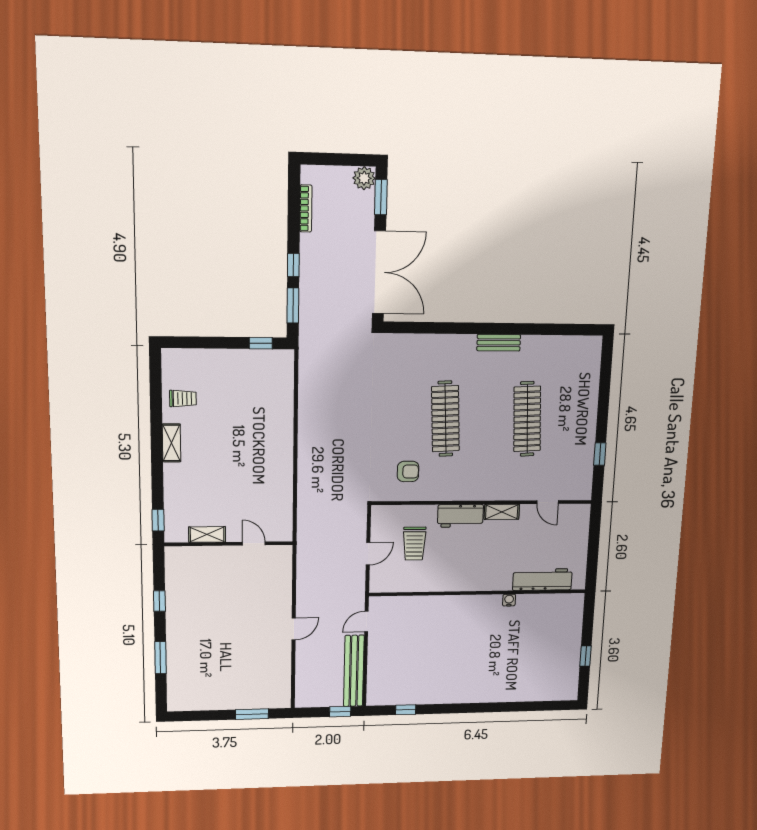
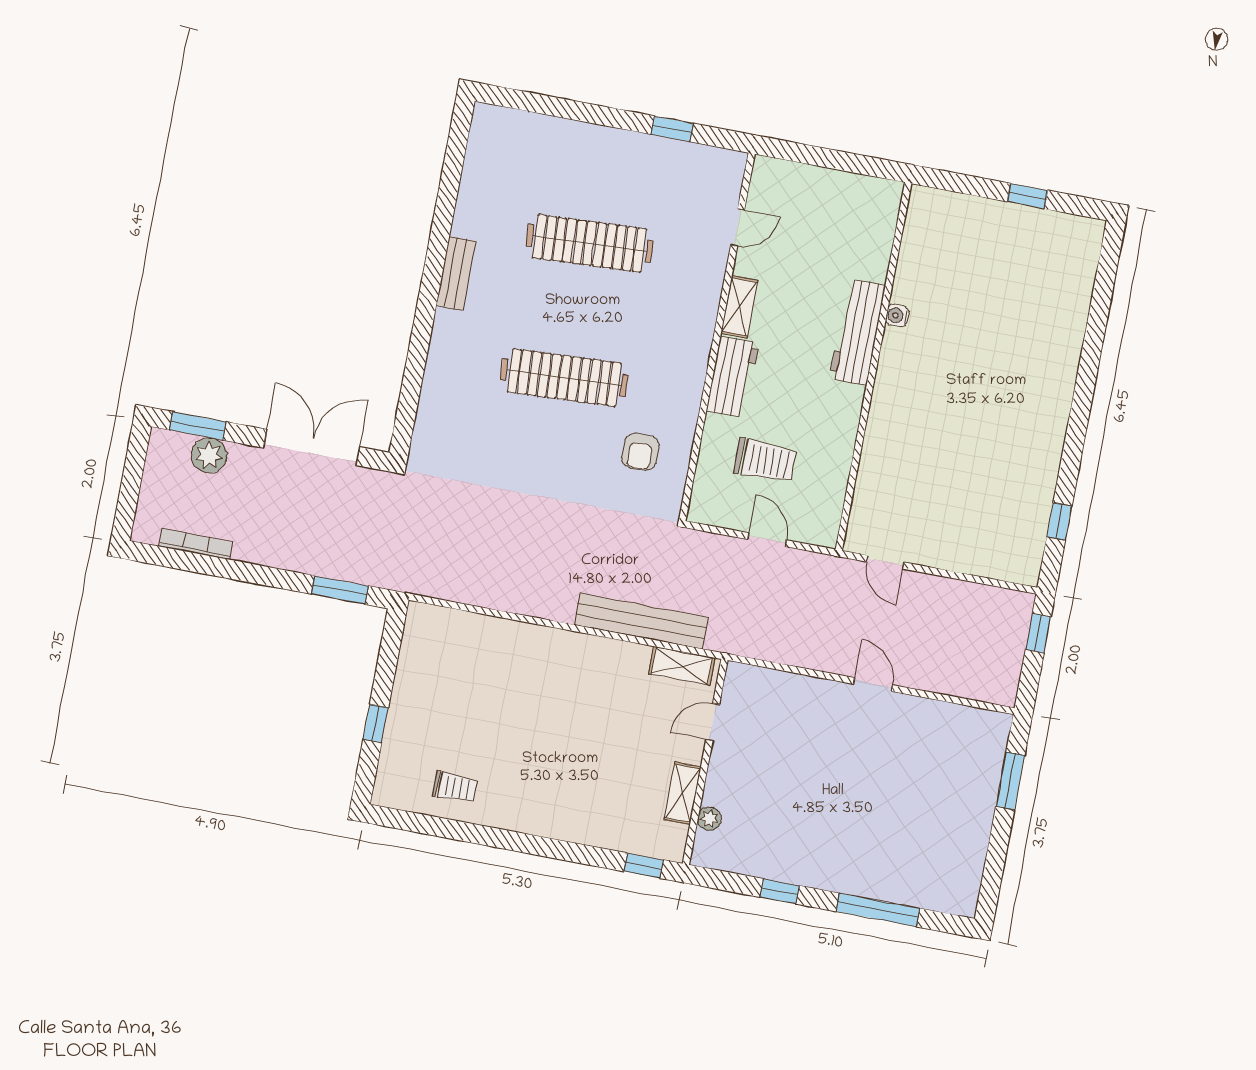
plant: (364, 178) -> (209, 455), moved
window: (293, 265) -> (278, 578), removed
double door: (379, 272) -> (312, 447), width x0.73
window: (261, 343) -> (376, 723), moved
trolley: (183, 398) -> (455, 787), turned 90
shelving: (172, 443) -> (682, 666), moved
armchair: (408, 471) -> (640, 452), turned 180
plant: (195, 553) -> (710, 819), added
workbench: (542, 580) -> (857, 332), moved
window: (160, 658) -> (878, 910), width x1.44
bench: (354, 671) -> (641, 621), moved

